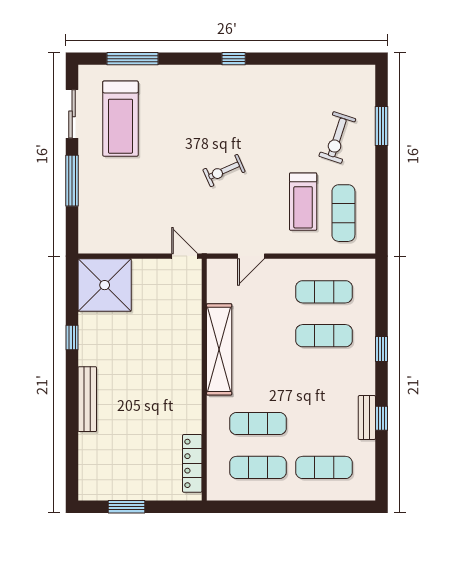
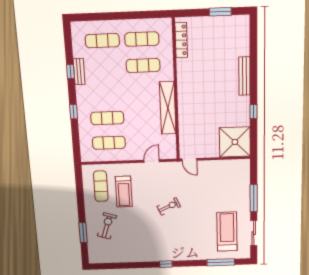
treadmill: (303, 202) -> (124, 192), turned 180

